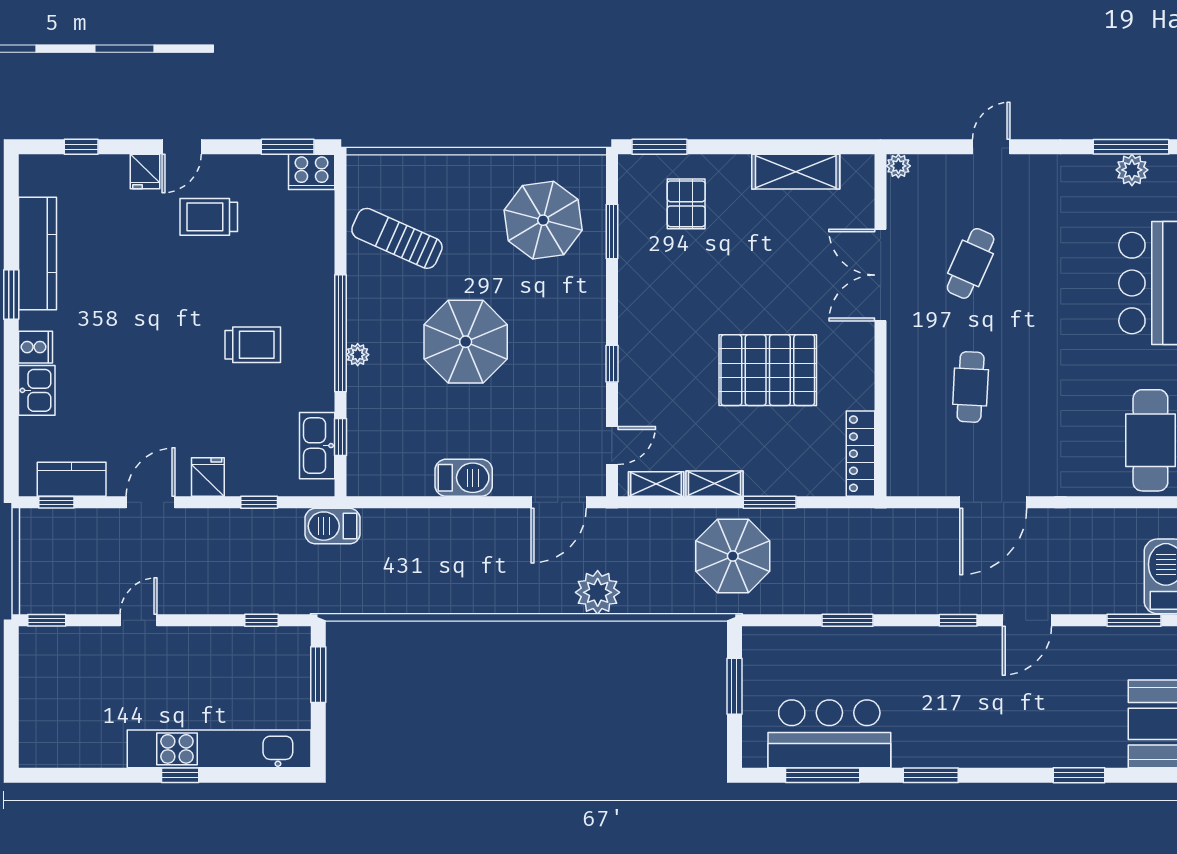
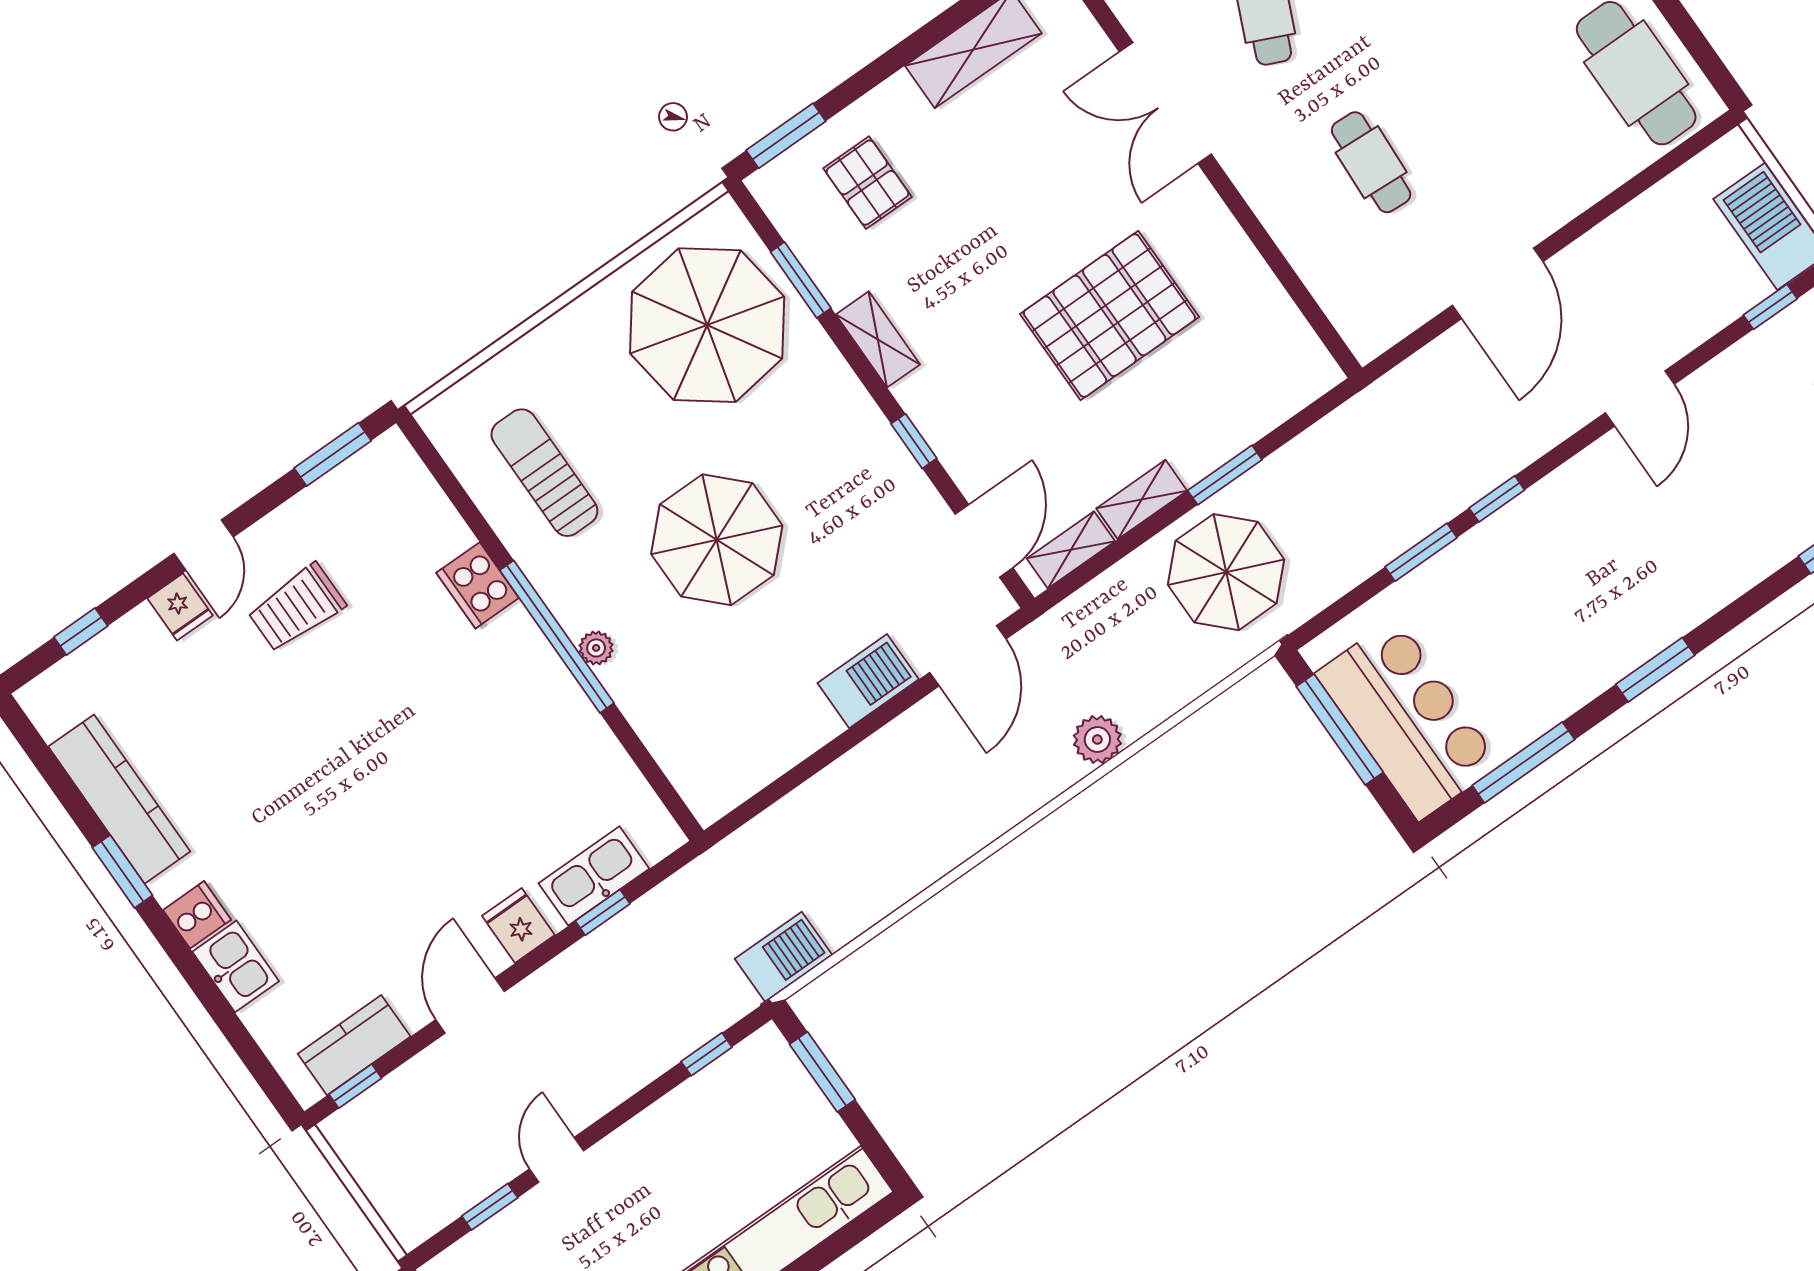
cooker: (312, 172) -> (478, 585), moved, turned 90
parasol: (543, 220) -> (707, 325), width x1.36, depth x1.36
sun lounger: (397, 238) -> (544, 473), turned 66
shelving: (631, 294) -> (878, 339), added
trolley: (253, 345) -> (460, 726), removed
window: (340, 437) -> (646, 763), removed
door: (612, 445) -> (984, 541), width x1.38
kitchen sink: (317, 446) -> (594, 876), moved, turned 90
locker: (860, 454) -> (1294, 338), removed
barbecue: (464, 478) -> (868, 681), moved
barbecue: (333, 526) -> (784, 957), moved, turned 180
plant: (598, 592) -> (1097, 740), width x0.73, depth x0.73
window: (47, 620) -> (490, 1207), moved
window: (958, 620) -> (1497, 499), moved
window: (1134, 620) -> (1770, 307), width x0.67
window: (734, 686) -> (1340, 729), width x1.44
bar counter: (829, 734) -> (1408, 719), moved, turned 90

